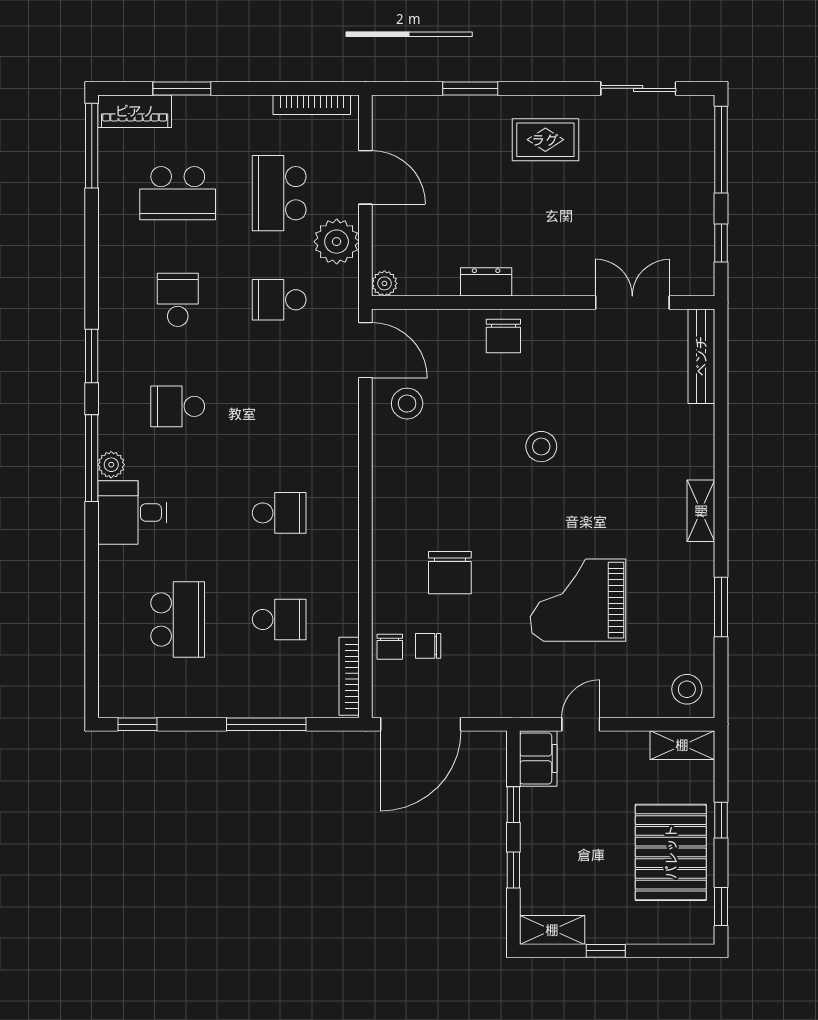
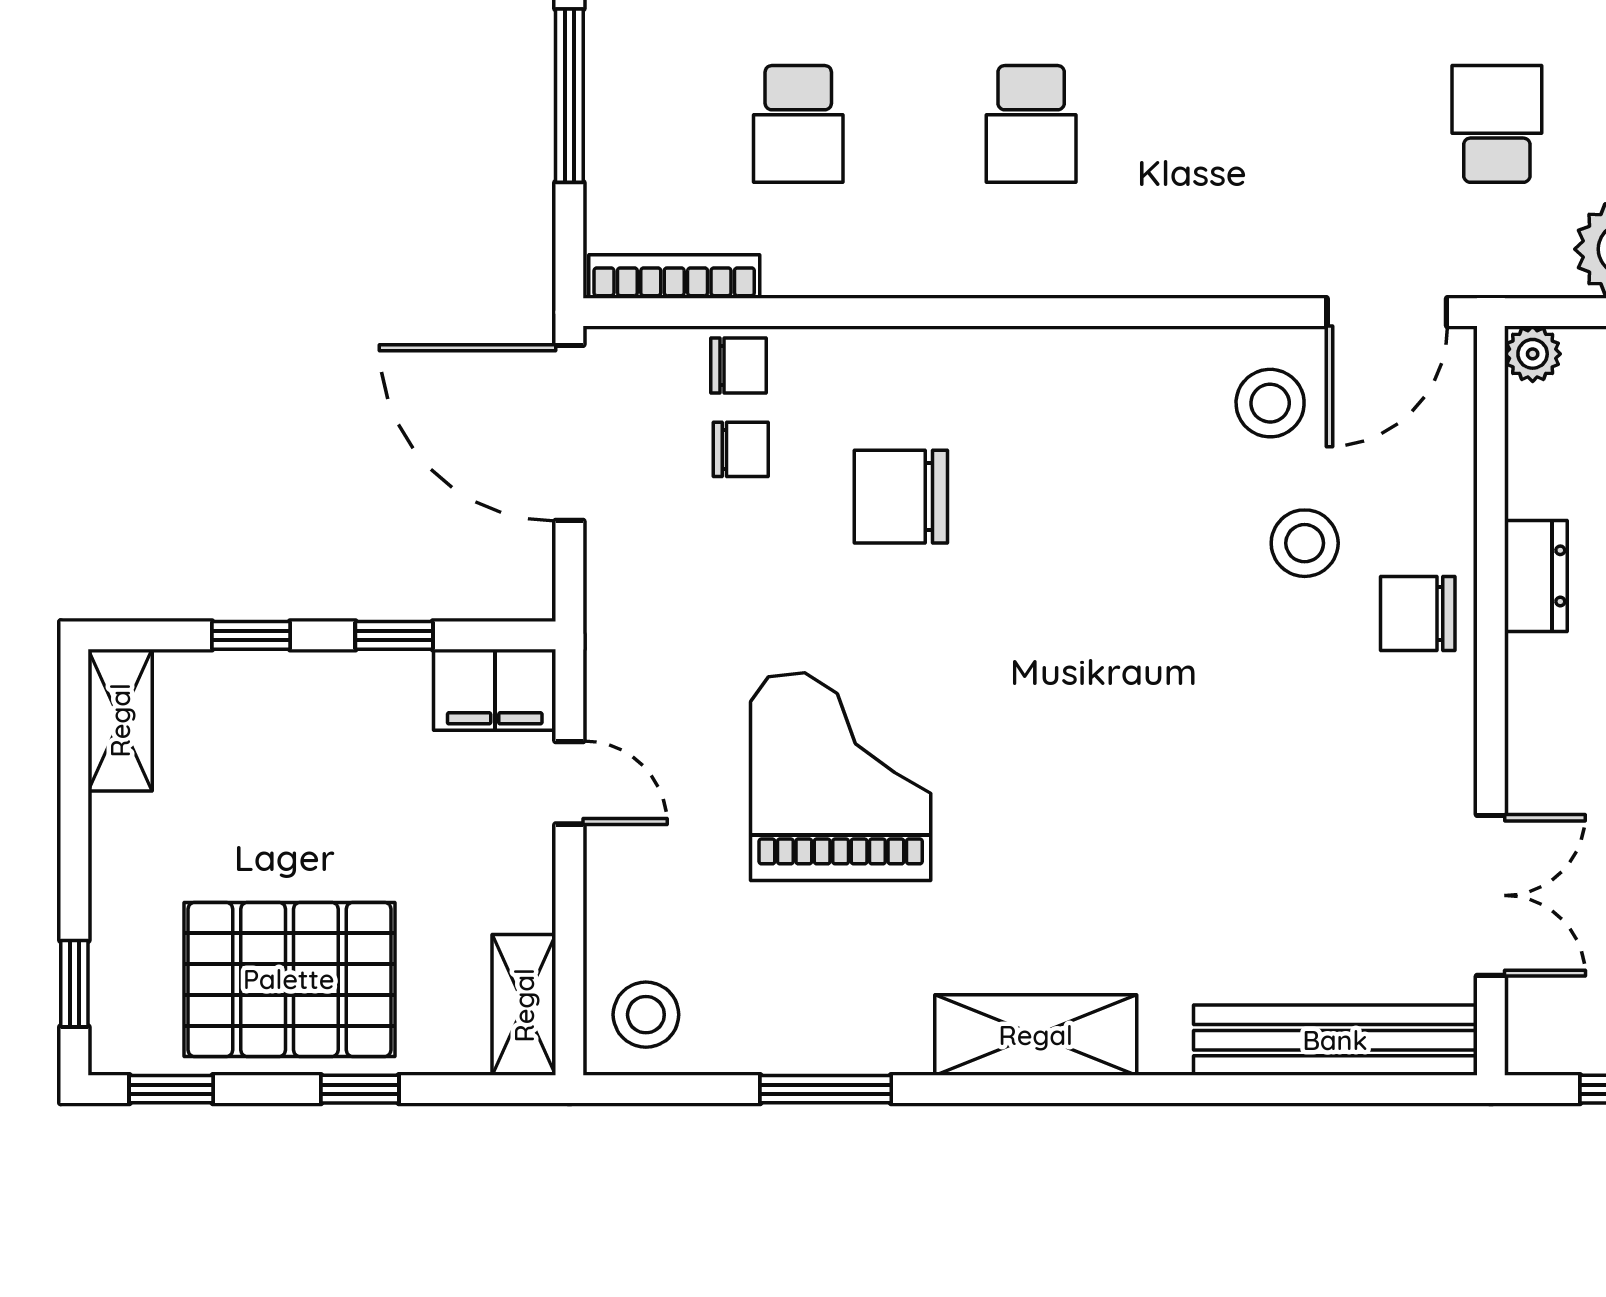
bench: (701, 356) -> (1335, 1040), width x1.37, depth x1.21
stool: (541, 447) -> (1305, 543), moved
shelving: (701, 511) -> (1036, 1035), width x1.50, depth x1.33
chair: (428, 646) -> (741, 449), turned 90
chair: (390, 647) -> (739, 365), turned 180
window: (606, 951) -> (74, 984), moved

